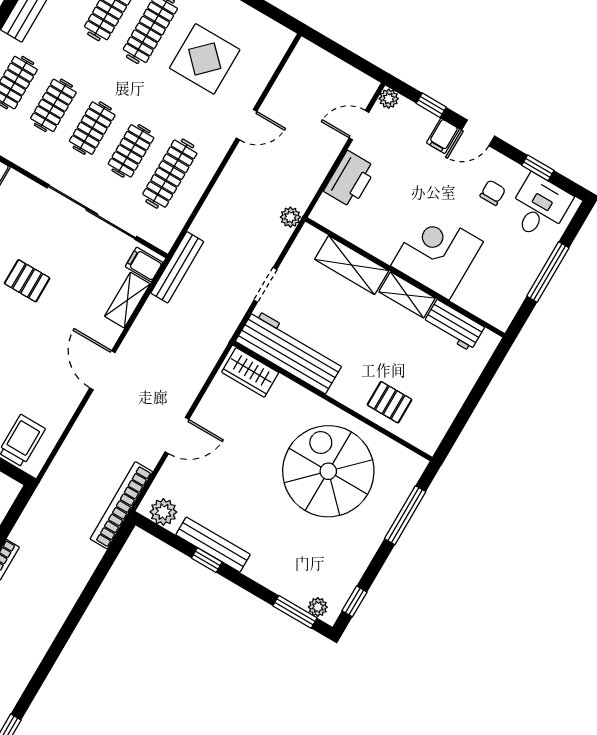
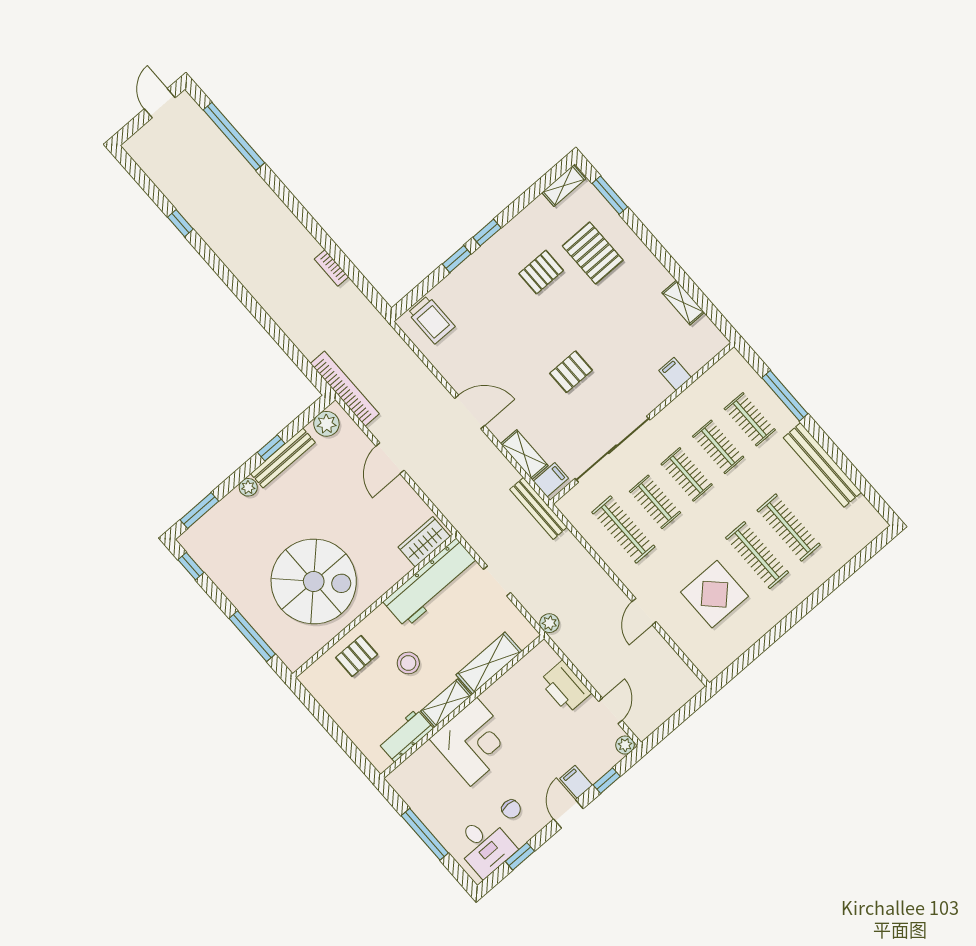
stool: (379, 347) -> (408, 663), added
plant: (318, 607) -> (248, 487), moved

